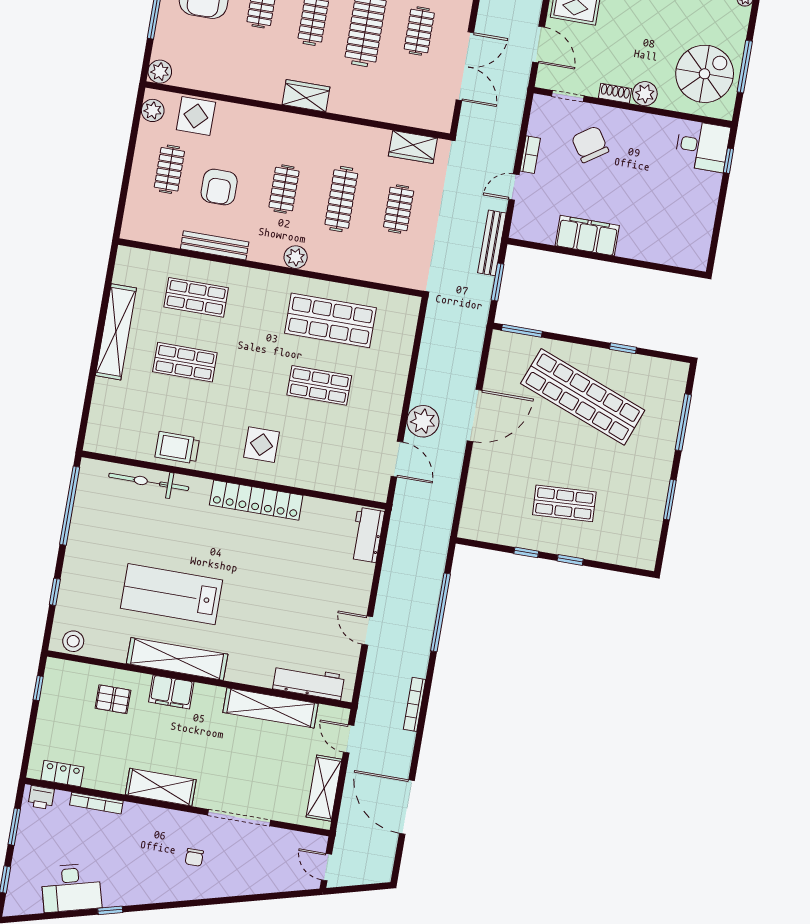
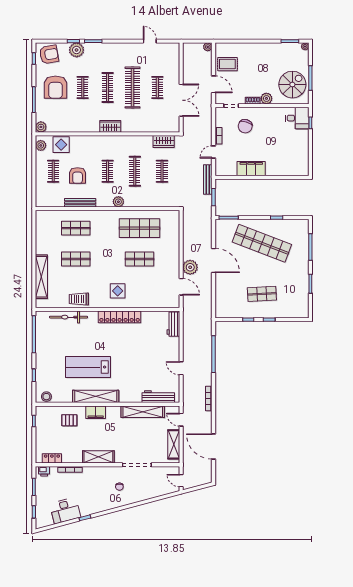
chair: (590, 144) -> (245, 126), turned -129
shelving: (116, 332) -> (41, 277), moved
door: (474, 415) -> (213, 260), hinge flipped

